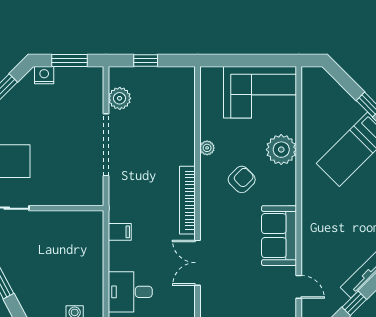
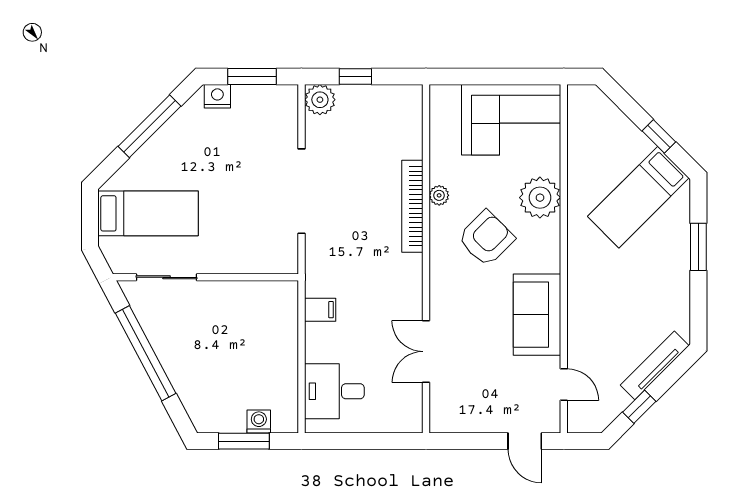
plant: (120, 98) -> (320, 100), moved
armchair: (242, 179) -> (486, 238), width x1.38, depth x1.38
bookcase: (187, 200) -> (412, 206), moved

